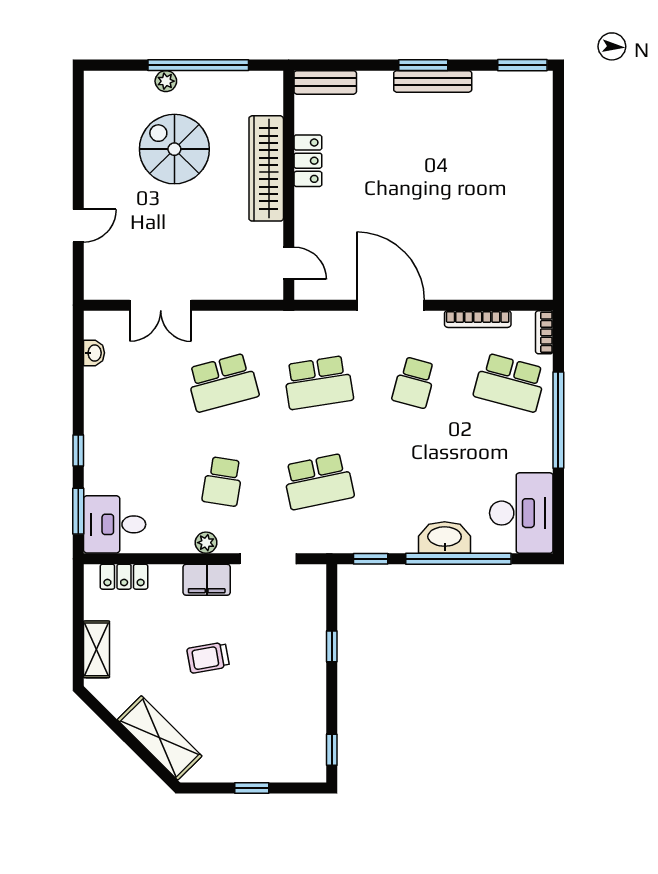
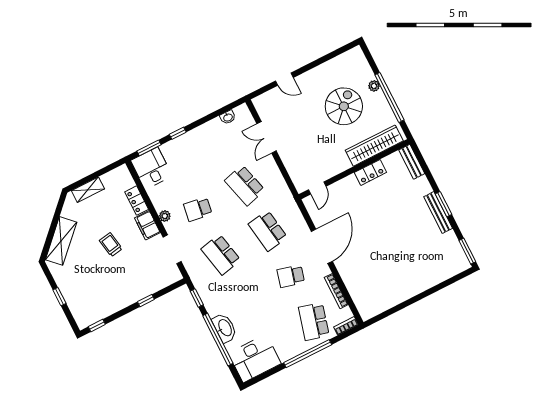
wardrobe: (266, 168) -> (374, 146), moved
locker: (124, 577) -> (137, 201), moved

